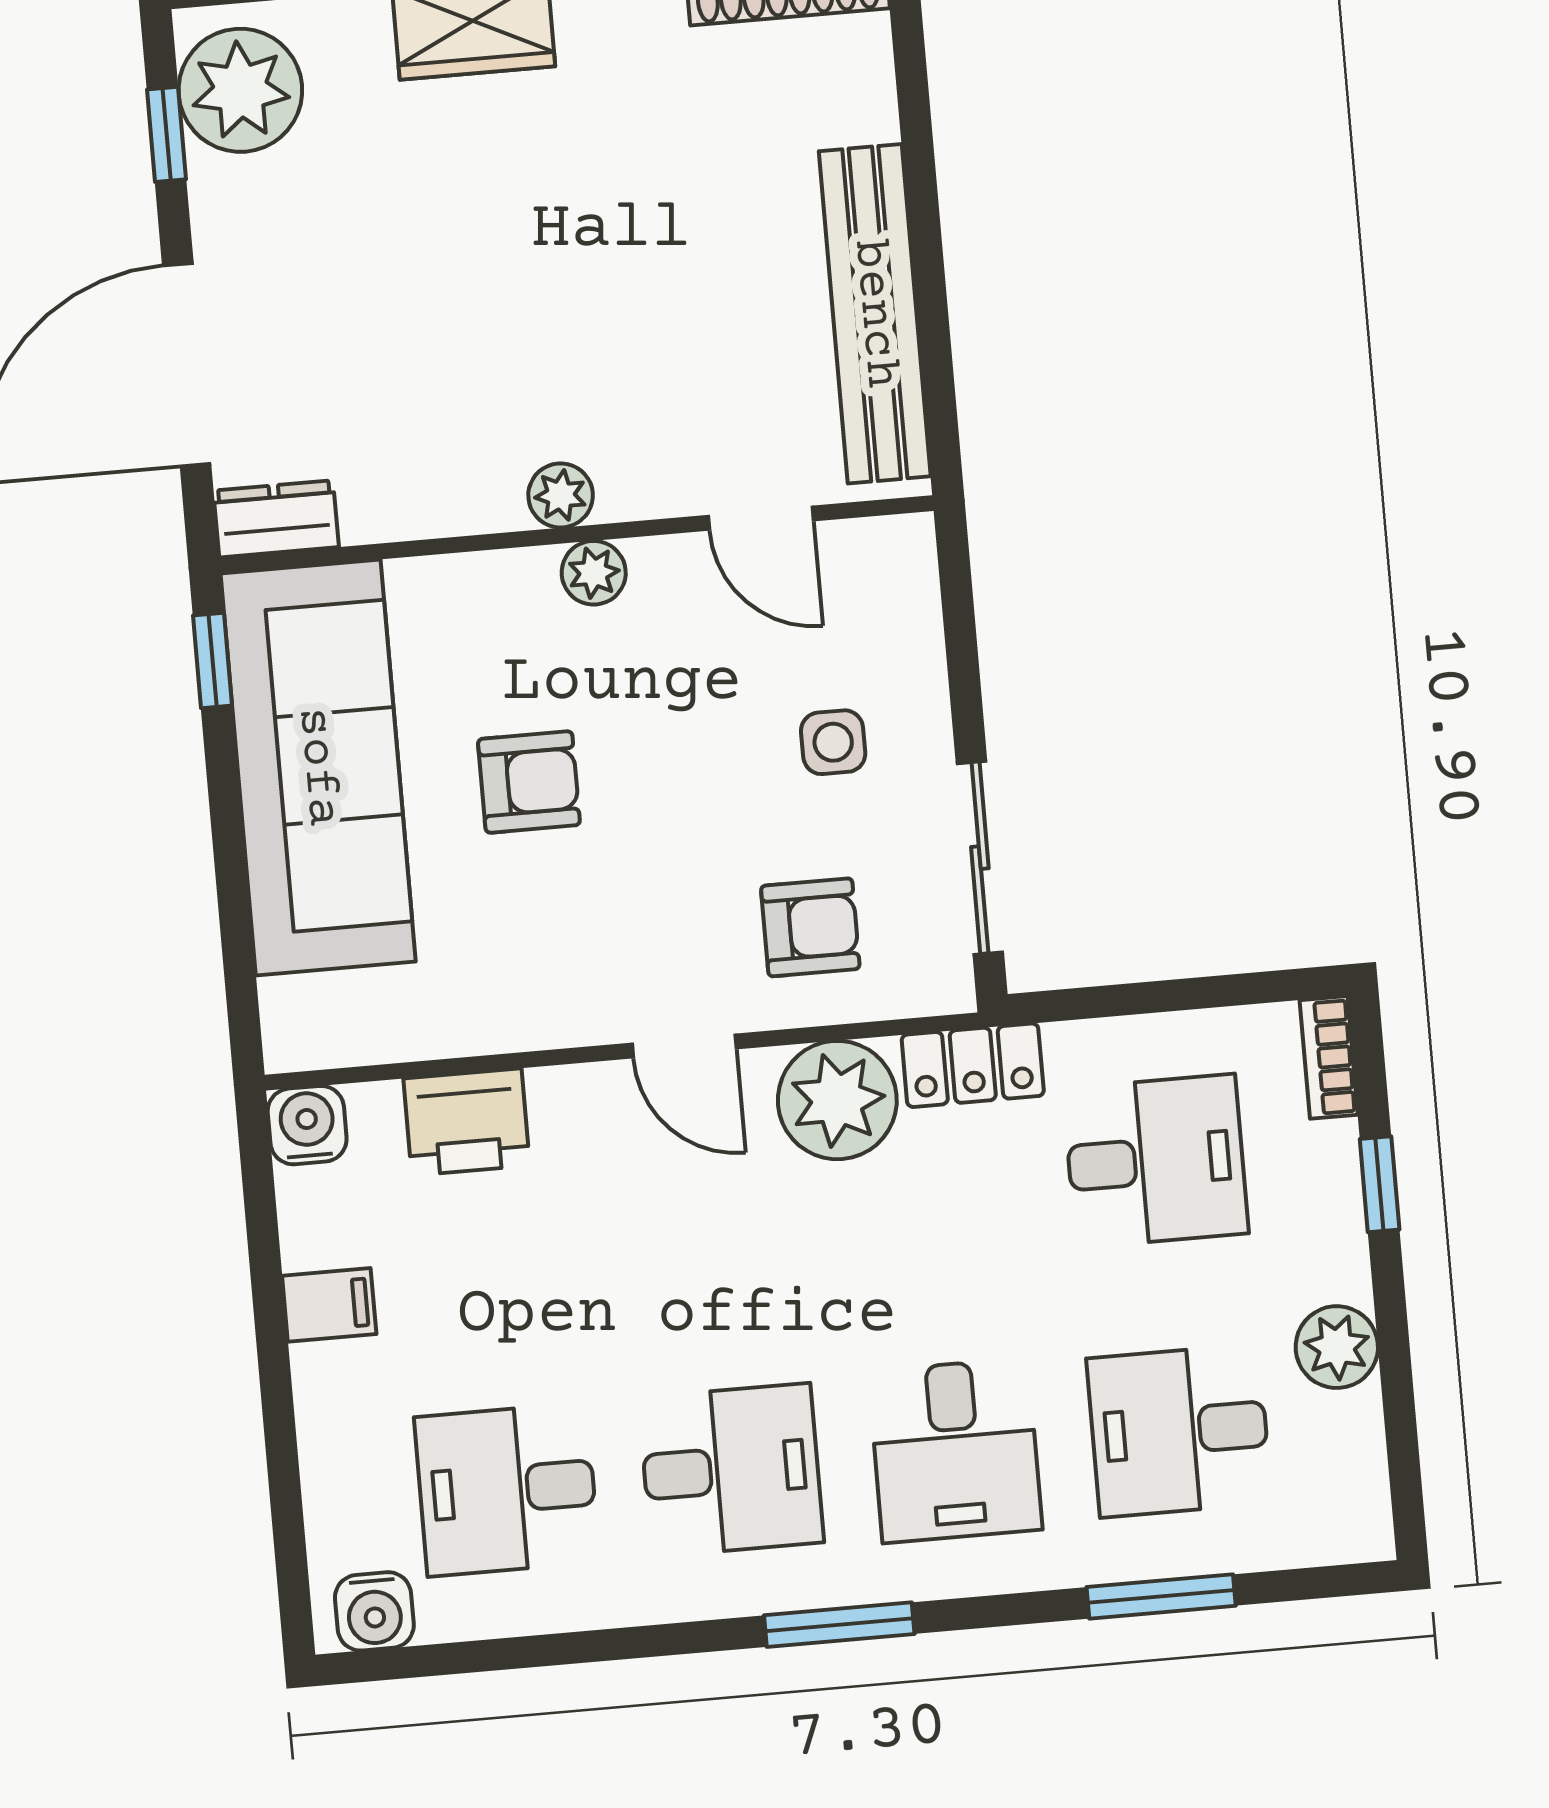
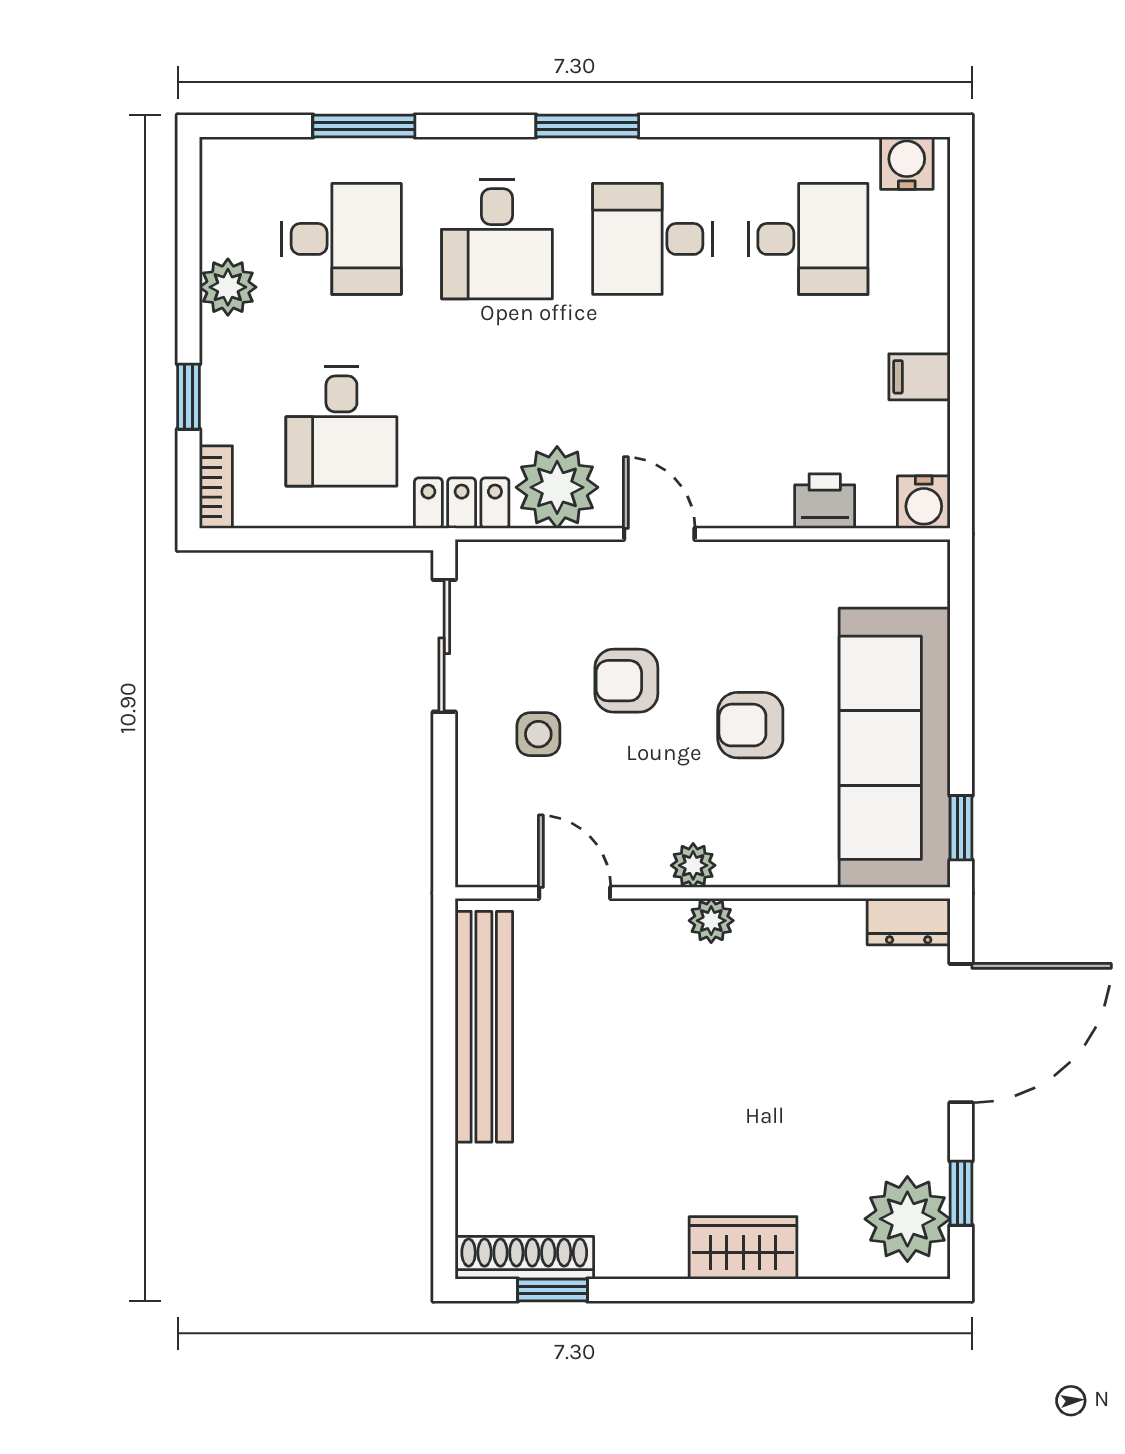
armchair: (810, 927) -> (626, 681), moved
printer: (467, 1122) -> (825, 501), width x0.73, depth x0.81
desk: (1156, 1161) -> (341, 426), turned -90
desk: (955, 1450) -> (497, 239), turned 180

